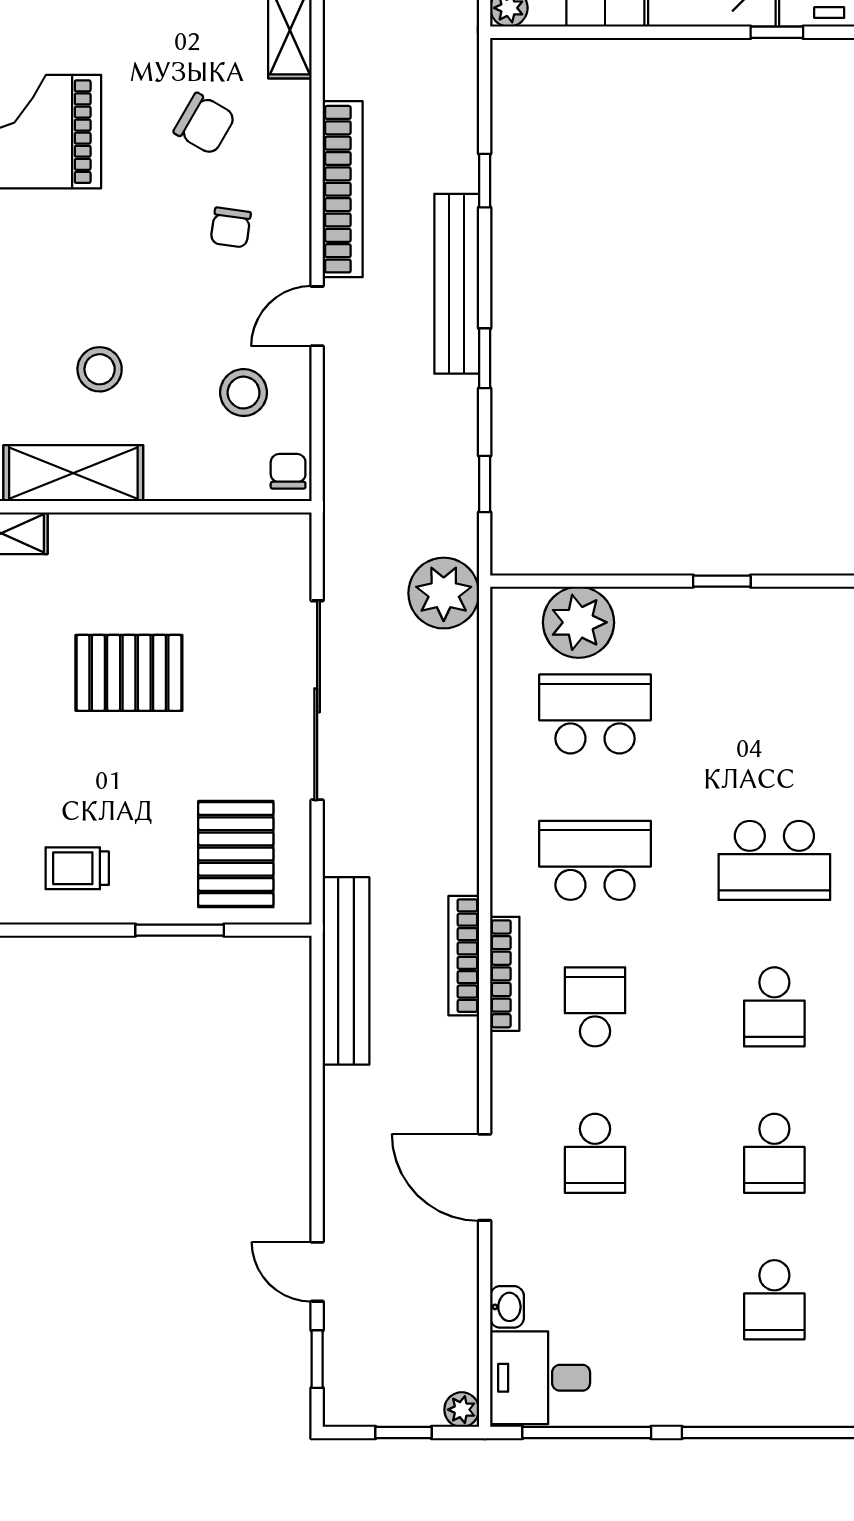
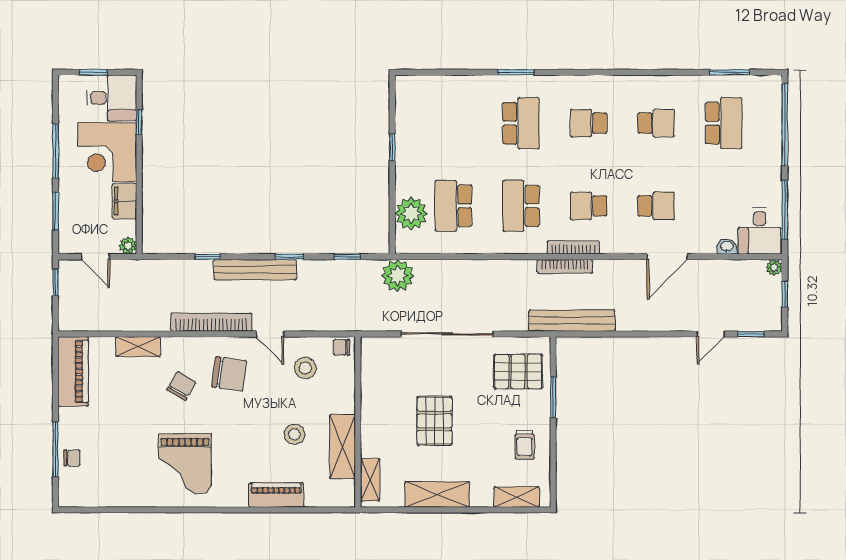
chair: (231, 227) -> (229, 374), width x1.87, depth x1.87
school desk: (774, 1007) -> (588, 123), turned 180
school desk: (774, 1300) -> (724, 123), width x1.85

